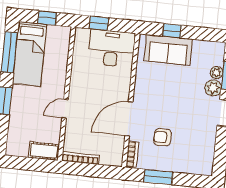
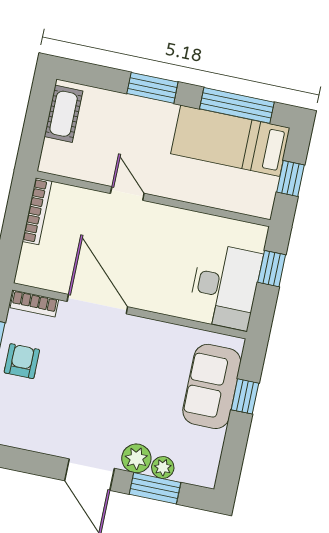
armchair: (163, 137) -> (22, 361), moved
cot: (44, 151) -> (64, 114), moved

